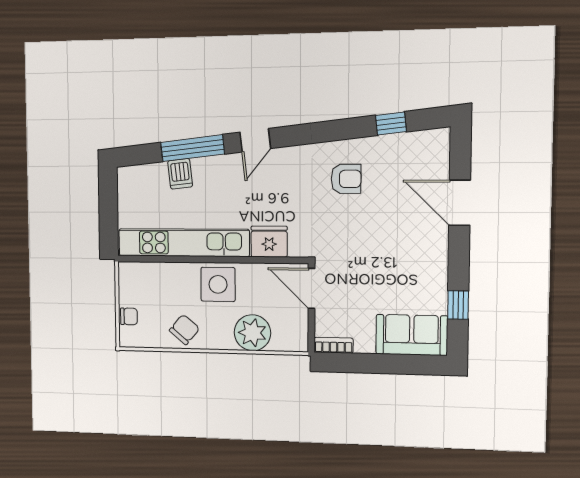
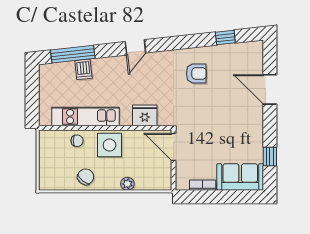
window: (192, 148) -> (73, 54), moved
kitchen unit: (184, 243) -> (86, 117), width x0.73
chair: (129, 316) -> (77, 141), moved
plant: (252, 333) -> (127, 184), width x0.53, depth x0.53
bookcase: (334, 345) -> (203, 185), moved

